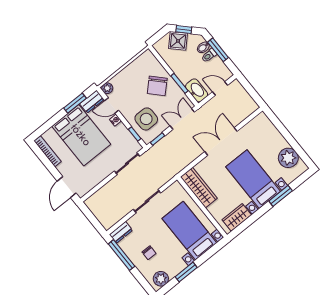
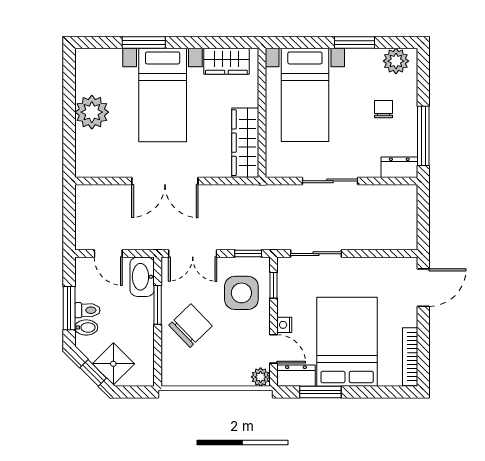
plant: (288, 158) -> (92, 112), moved

